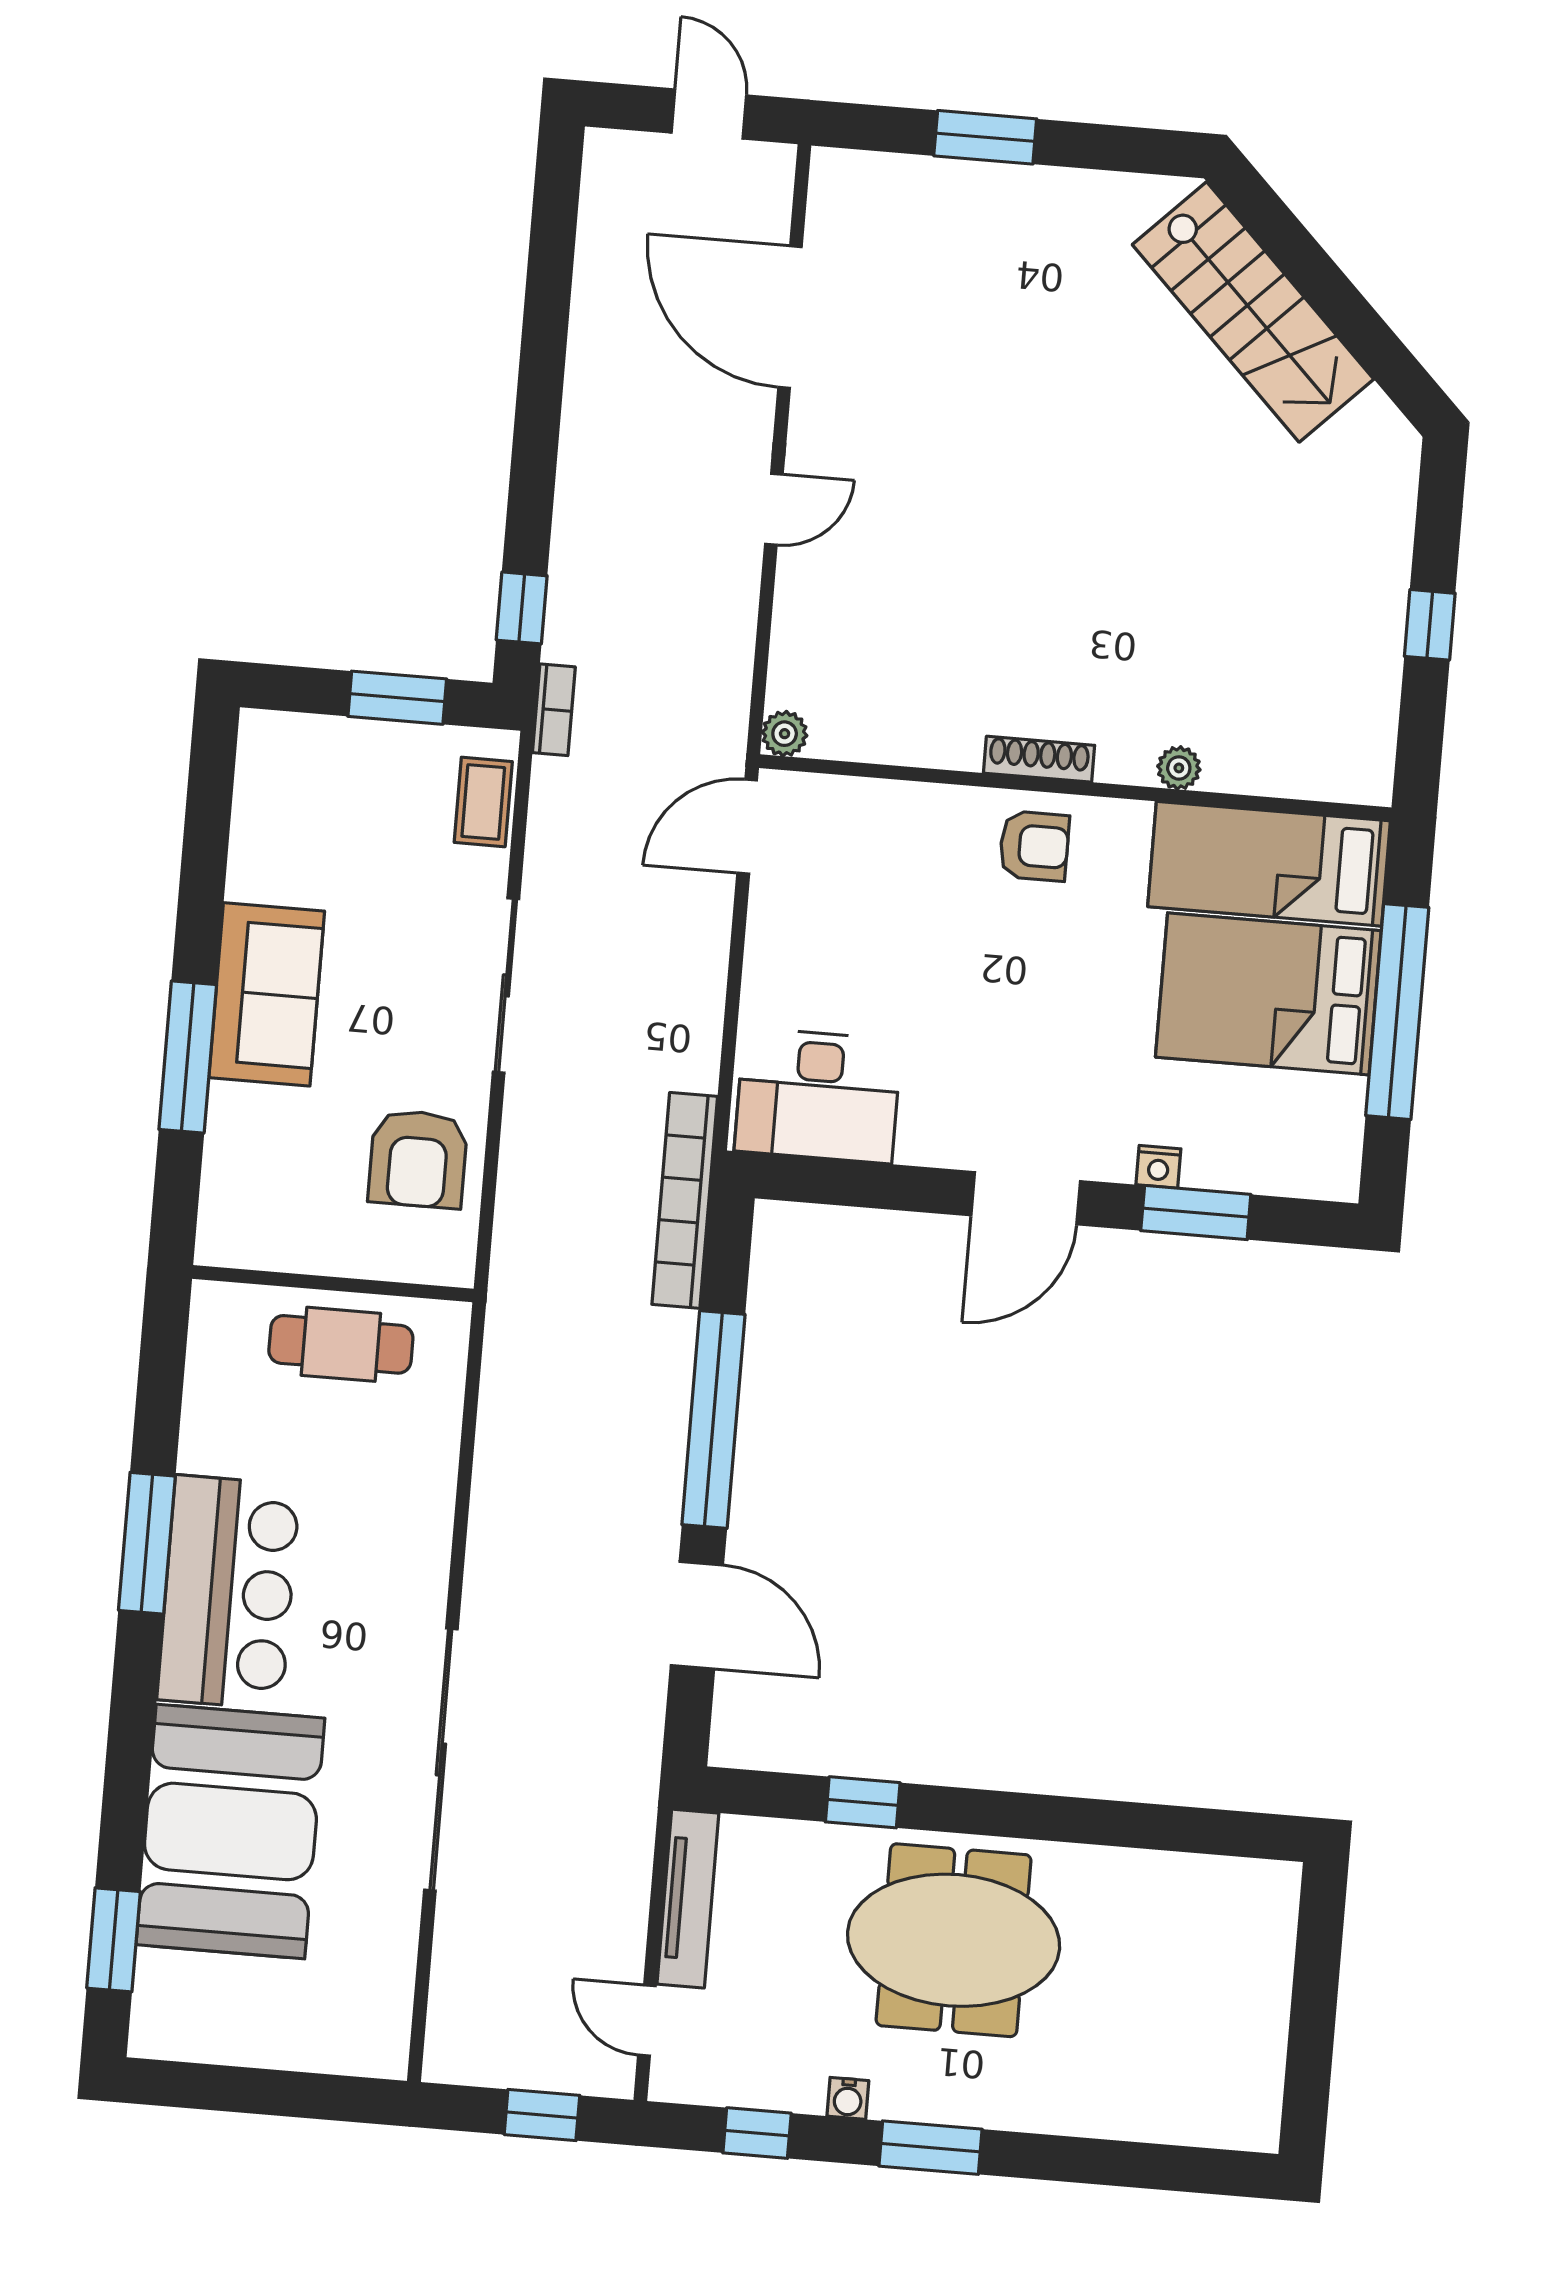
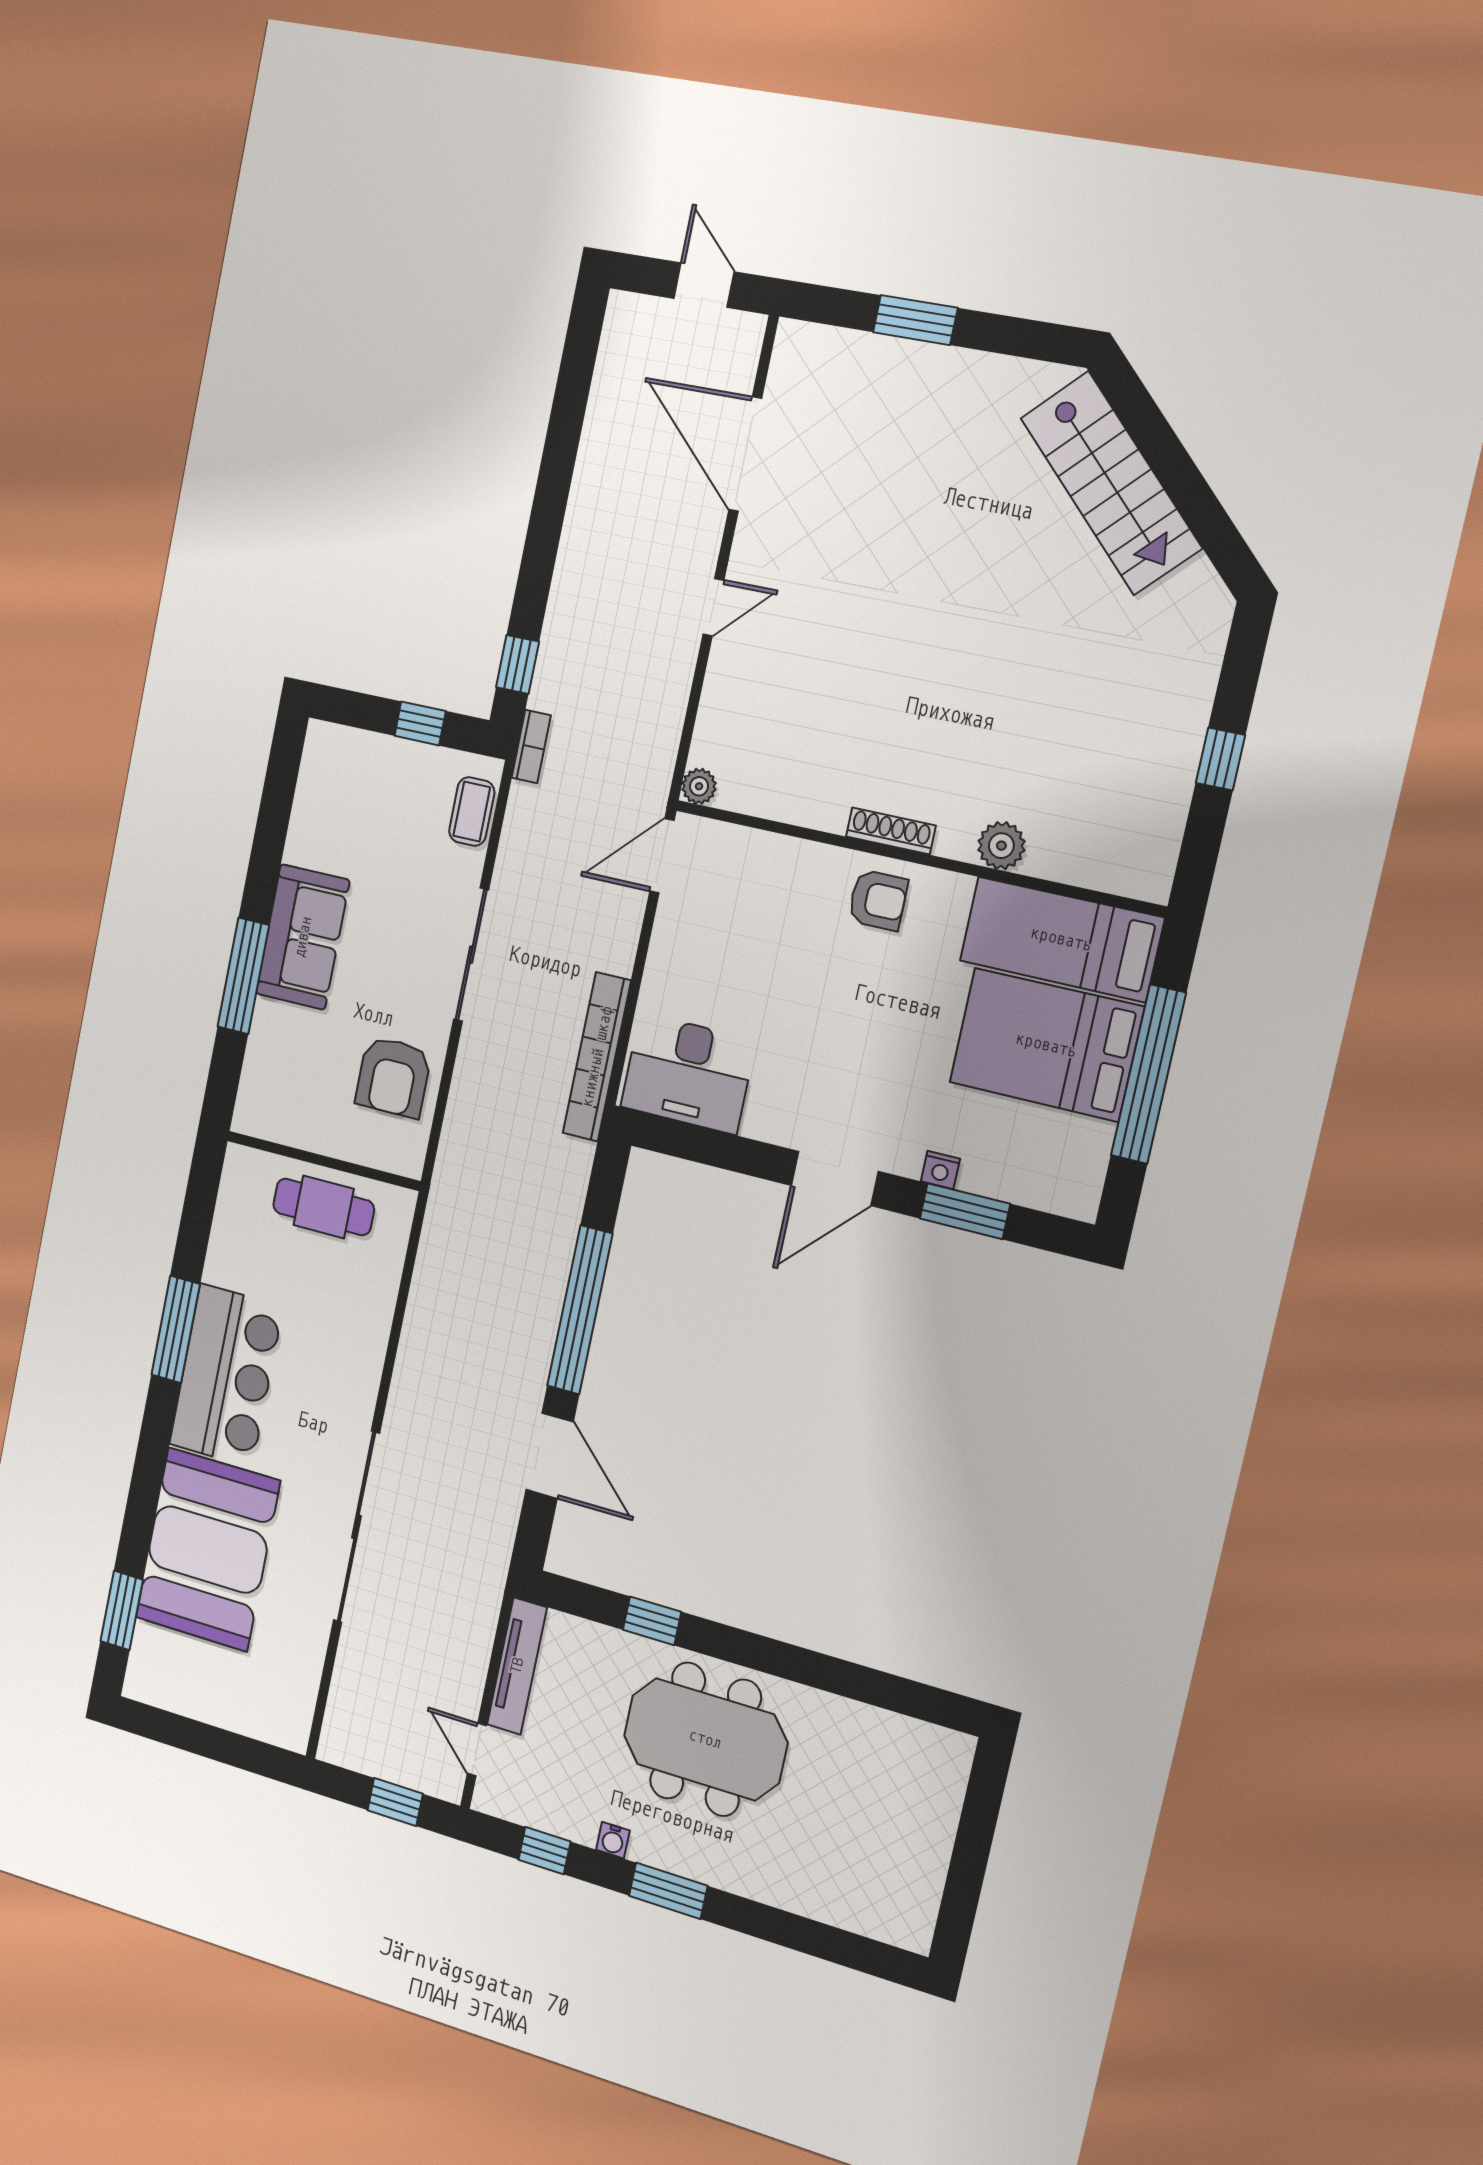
window: (397, 698) -> (420, 723), width x0.67
plant: (1179, 768) -> (1001, 846), width x1.38, depth x1.38
bookcase: (685, 1200) -> (597, 1057), moved

